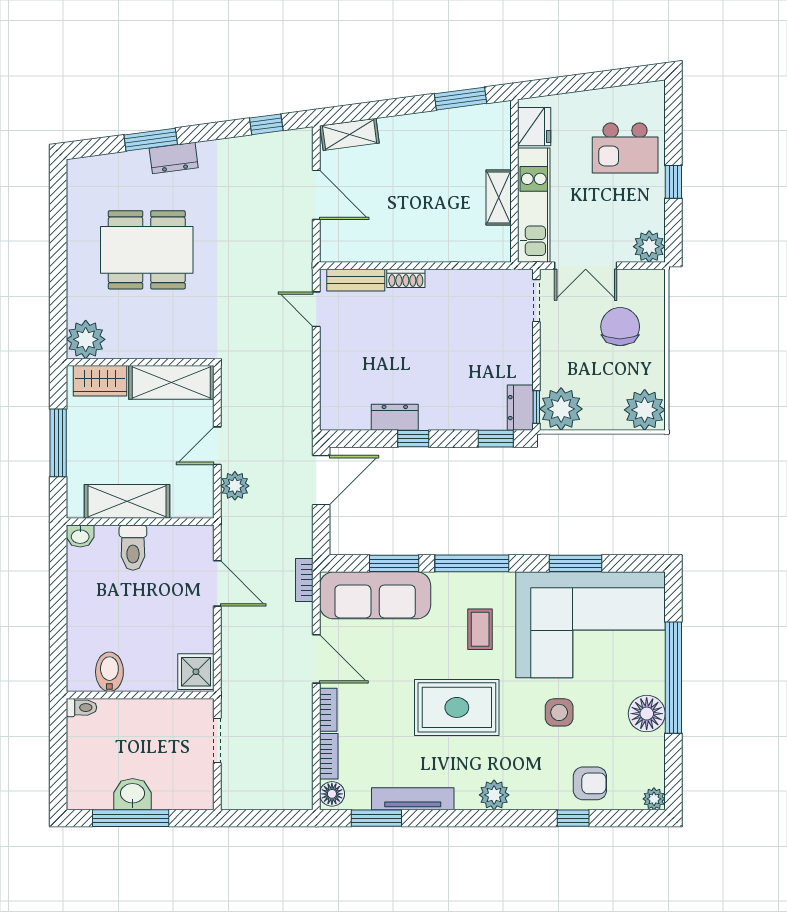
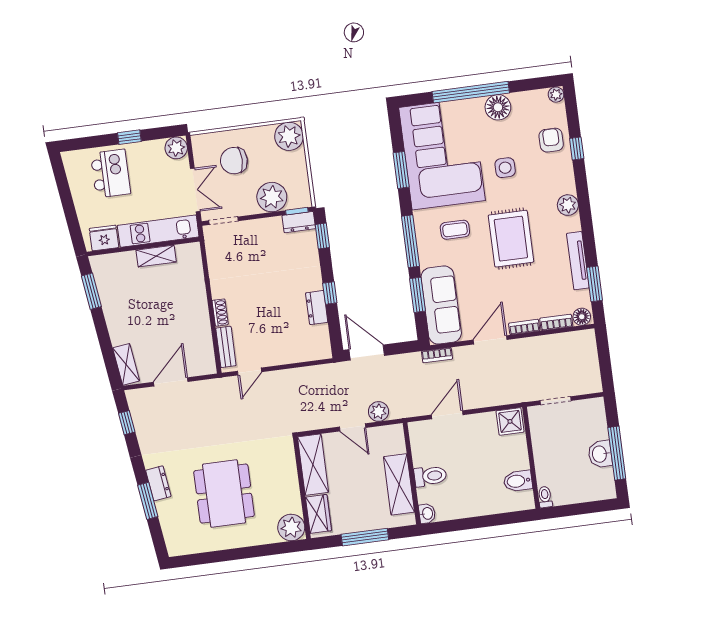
plant: (561, 409) -> (272, 197), moved

